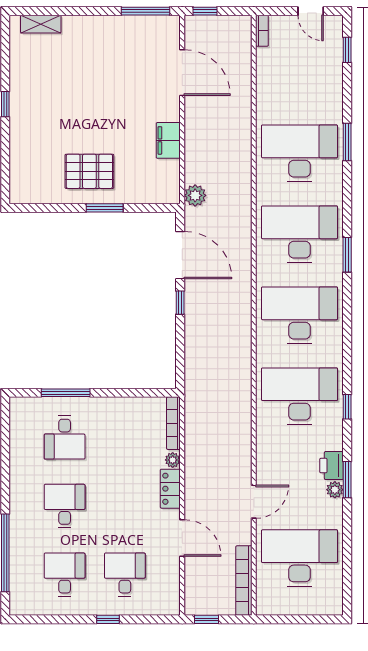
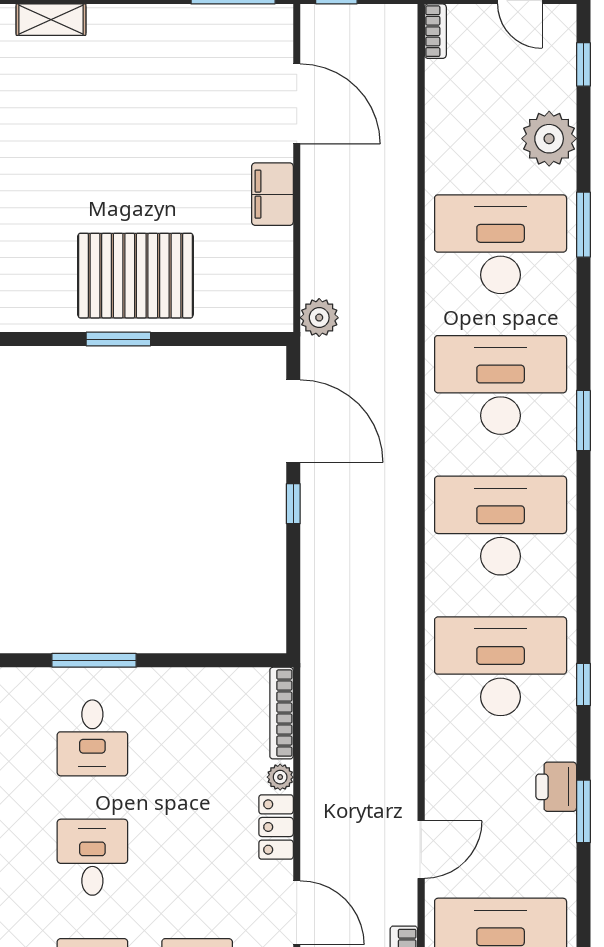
filing cabinet: (168, 140) -> (272, 194), moved
pallet: (89, 171) -> (135, 276), width x1.37, depth x1.41
window: (105, 208) -> (118, 339), moved
plant: (335, 490) -> (549, 139), moved, width x1.88, depth x1.88

